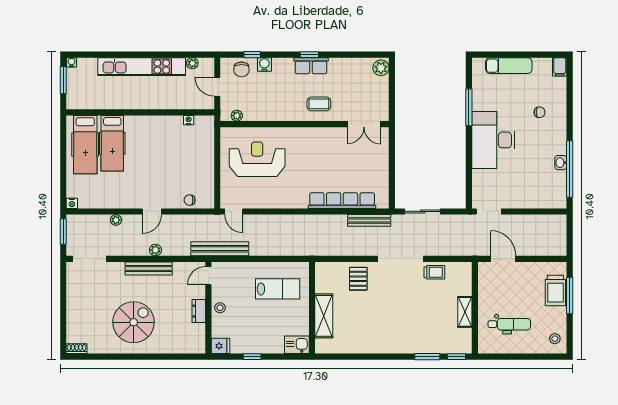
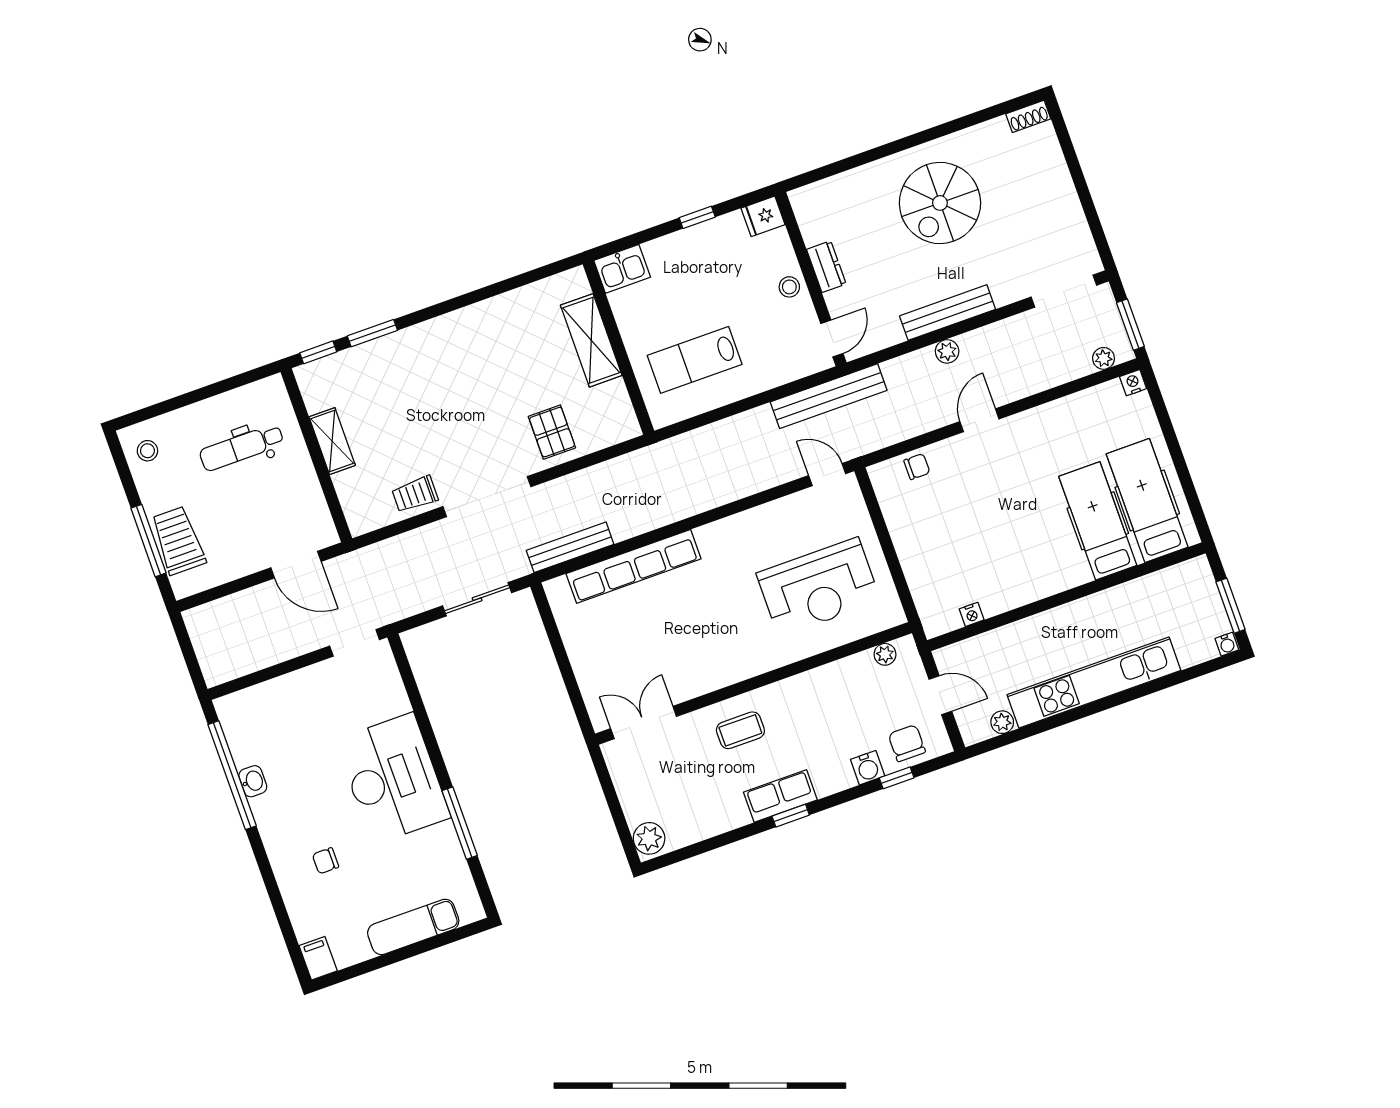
plant: (116, 220) -> (1104, 358), moved

